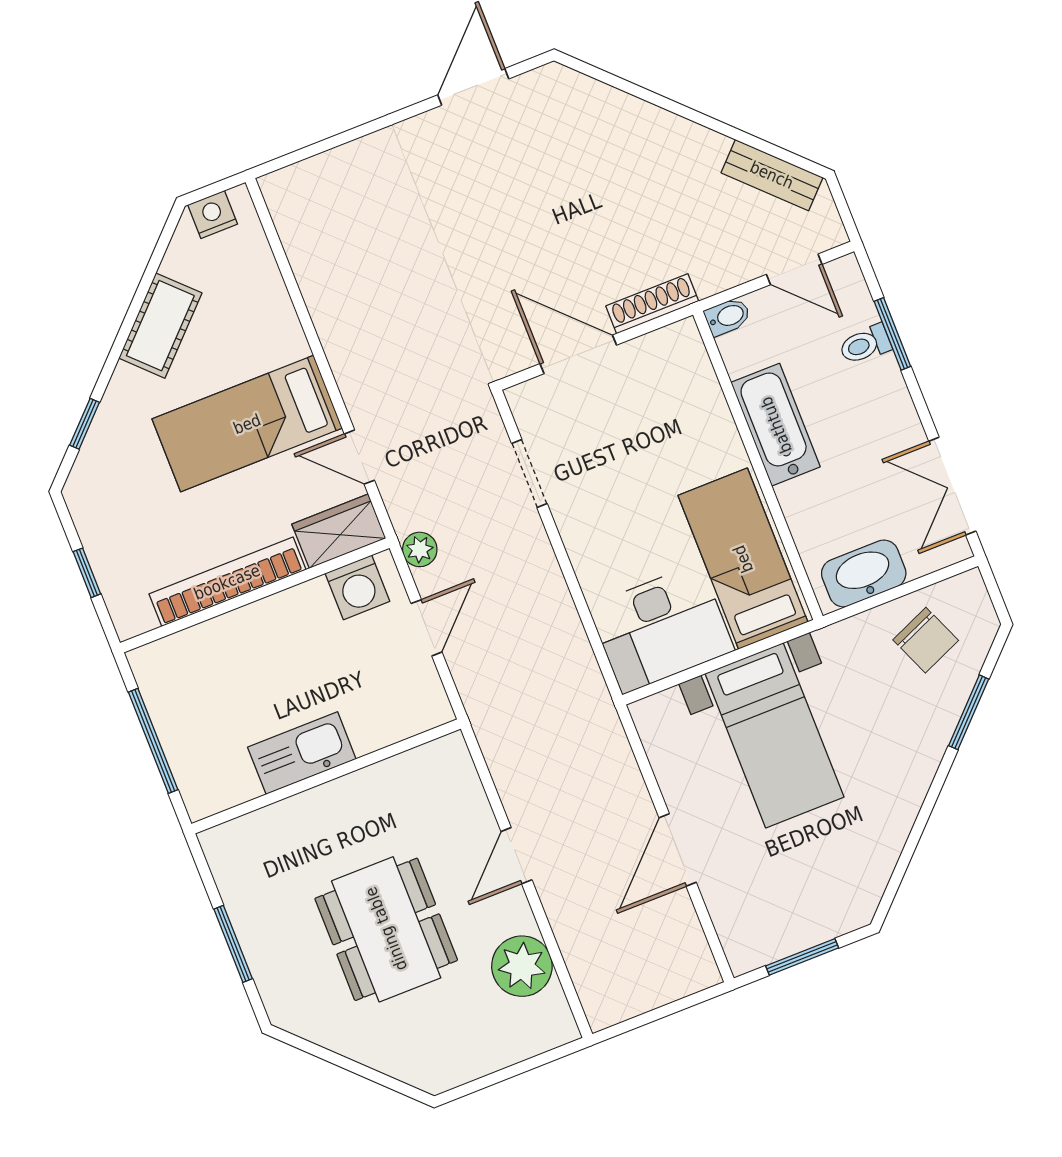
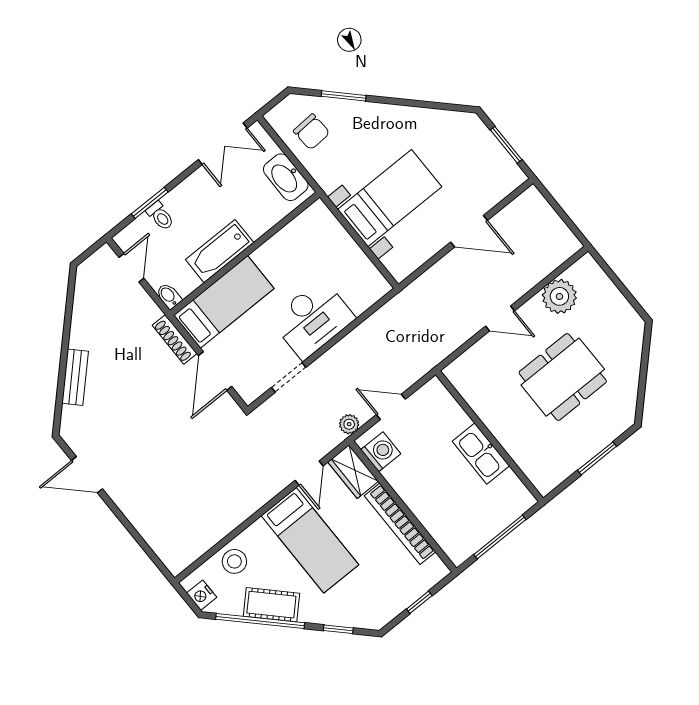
bench: (772, 175) -> (75, 377), moved
stool: (252, 287) -> (234, 561), added
window: (139, 298) -> (260, 621), added
bed: (743, 559) -> (224, 302), moved, turned 180
desk: (661, 628) -> (313, 319), moved, turned 90
chair: (926, 640) -> (312, 132), turned 110

